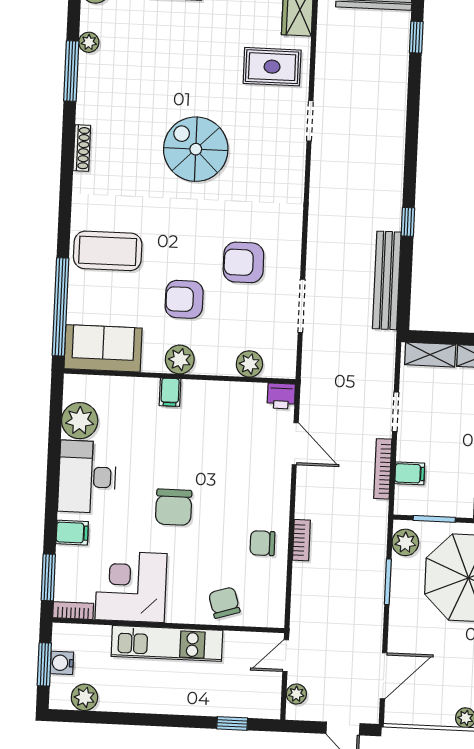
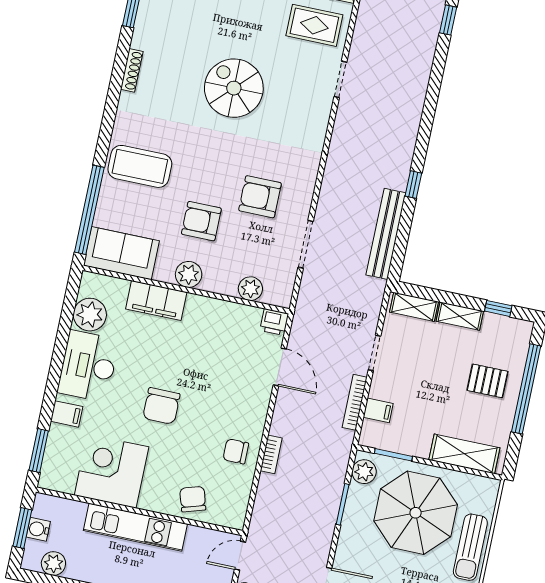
filing cabinet: (170, 392) -> (156, 301), width x3.00, depth x1.17
bookcase: (73, 611) -> (56, 484), removed

